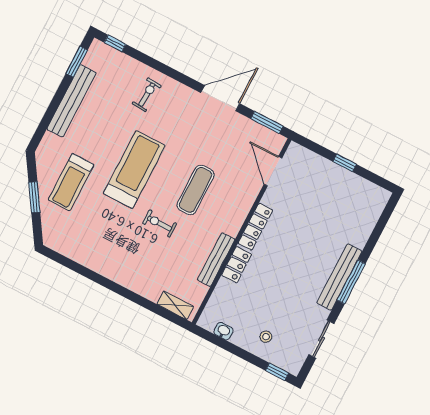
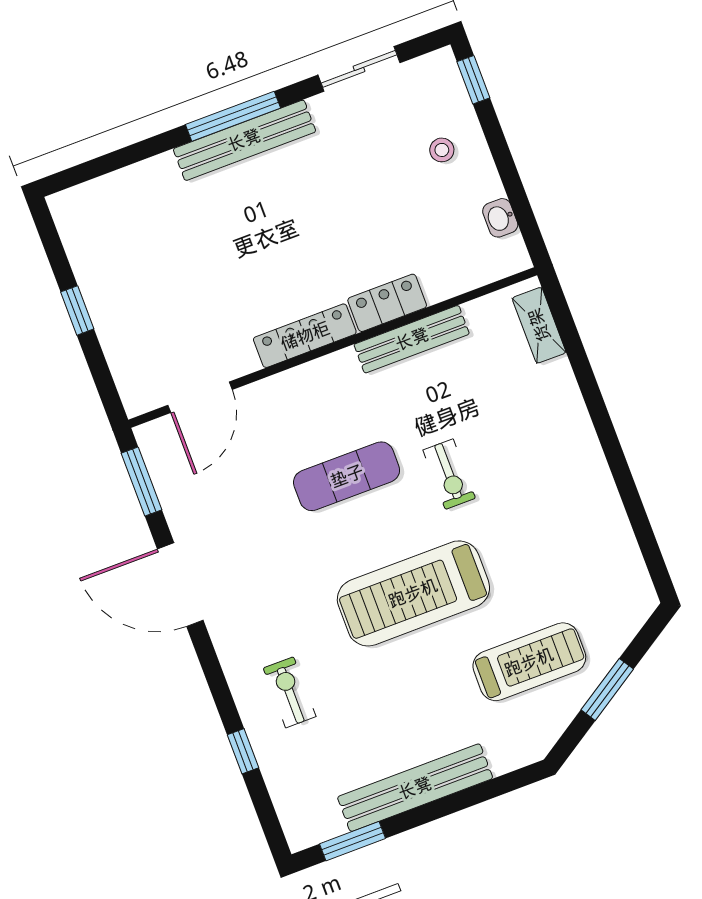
window: (115, 43) -> (243, 751), moved
exercise bike: (147, 95) -> (290, 692), turned 86

